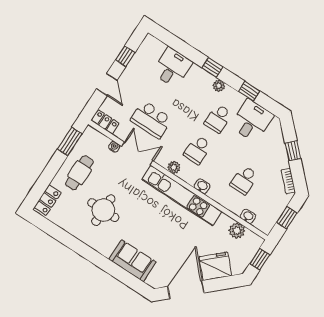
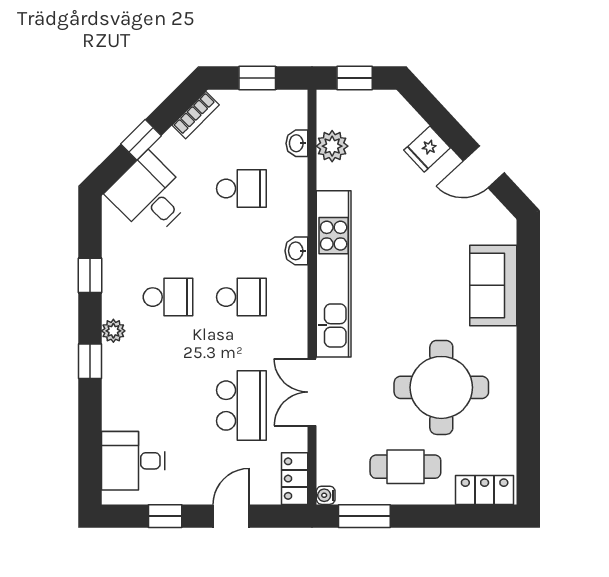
desk: (172, 67) -> (133, 461), moved
desk: (252, 121) -> (150, 196), moved, turned 45
water cooler: (114, 147) -> (326, 495), moved
plant: (174, 167) -> (295, 317), removed
round table: (103, 210) -> (441, 387), width x1.36, depth x1.36
fridge: (215, 266) -> (427, 149), width x0.53, depth x0.75
door: (186, 290) -> (484, 167), width x0.53

